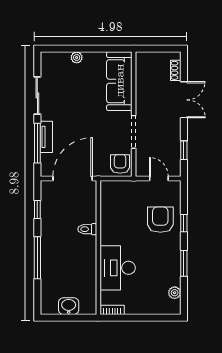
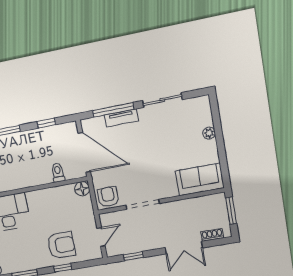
window: (155, 49) -> (231, 211), added
sofa: (119, 81) -> (200, 179), width x0.73
armchair: (120, 164) -> (108, 197), turned -90
floor lamp: (107, 188) -> (82, 189), added
toilet: (87, 229) -> (58, 173), moved

